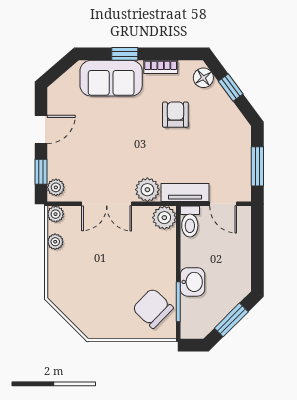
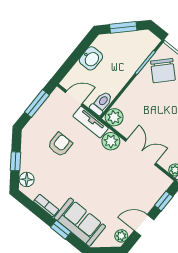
armchair: (175, 115) -> (60, 145), moved, turned 180
plant: (56, 187) -> (121, 236), moved
door: (223, 204) -> (74, 98), hinge flipped
washbasin: (192, 282) -> (91, 58), moved, turned 180

